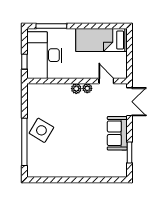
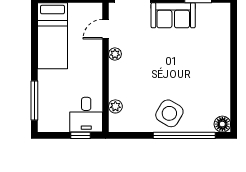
desk: (44, 55) -> (86, 115), width x0.53, depth x0.77
plant: (76, 89) -> (115, 106), moved
floor lamp: (33, 171) -> (222, 124), added

